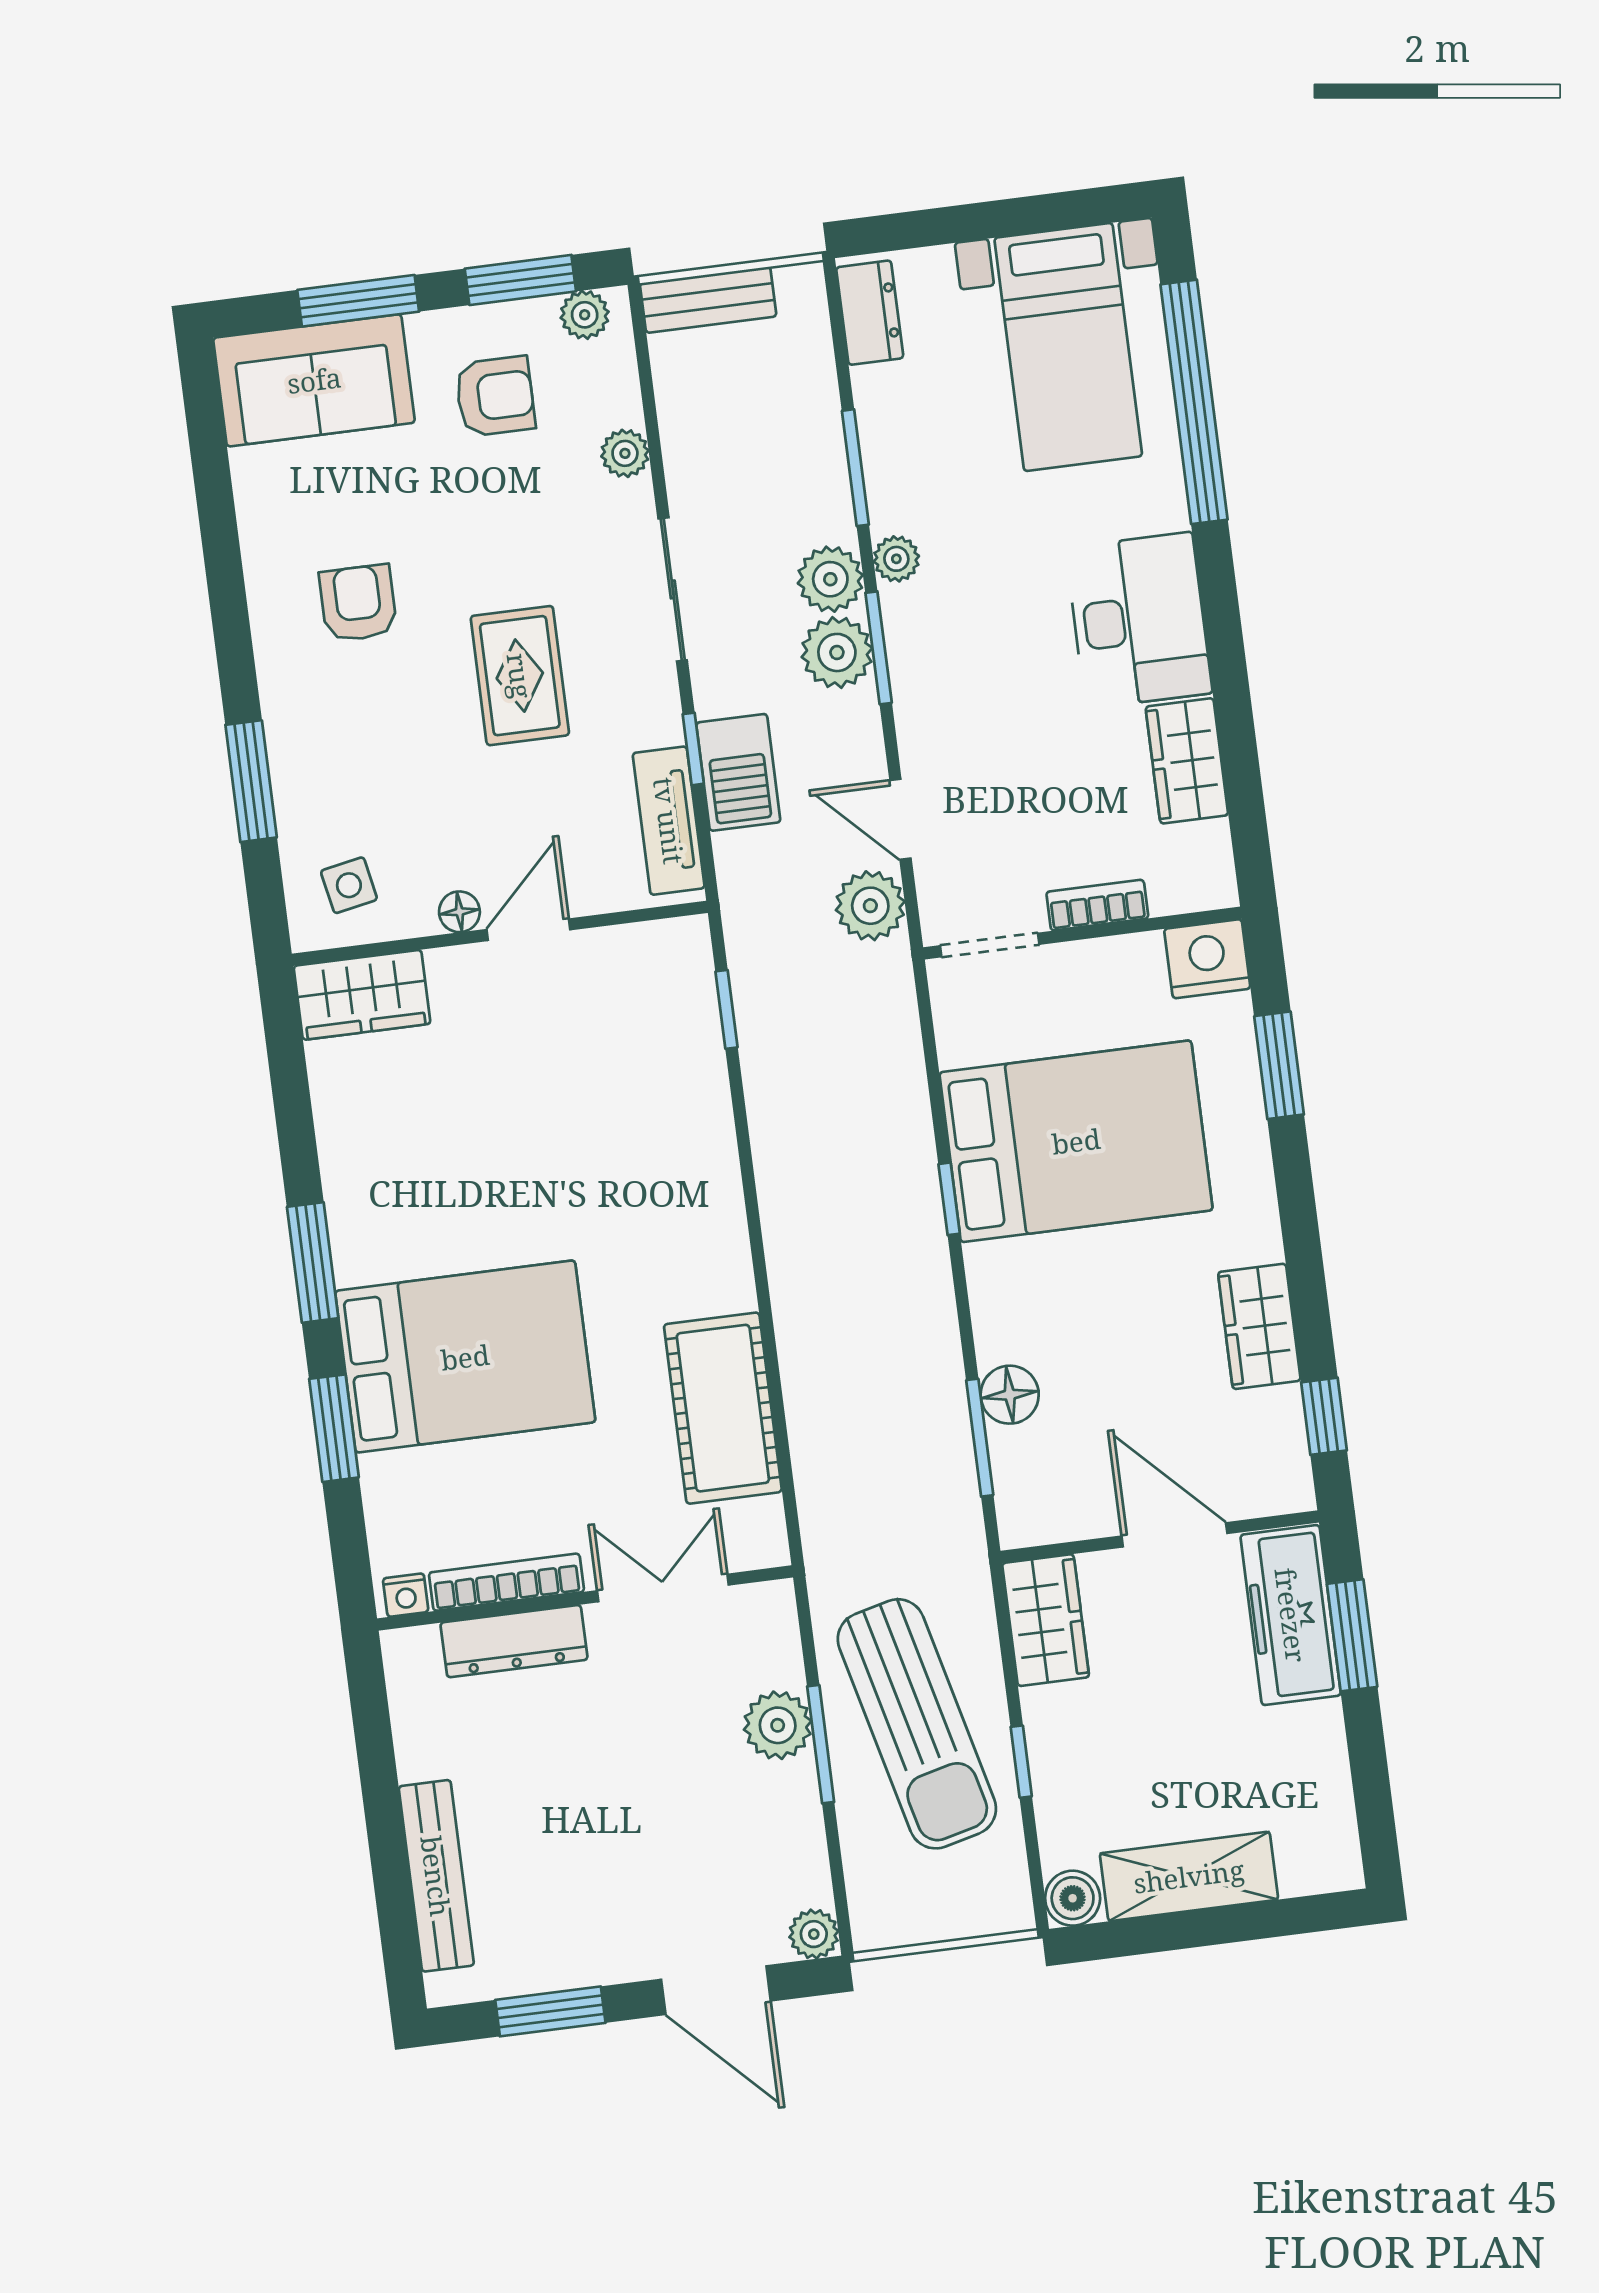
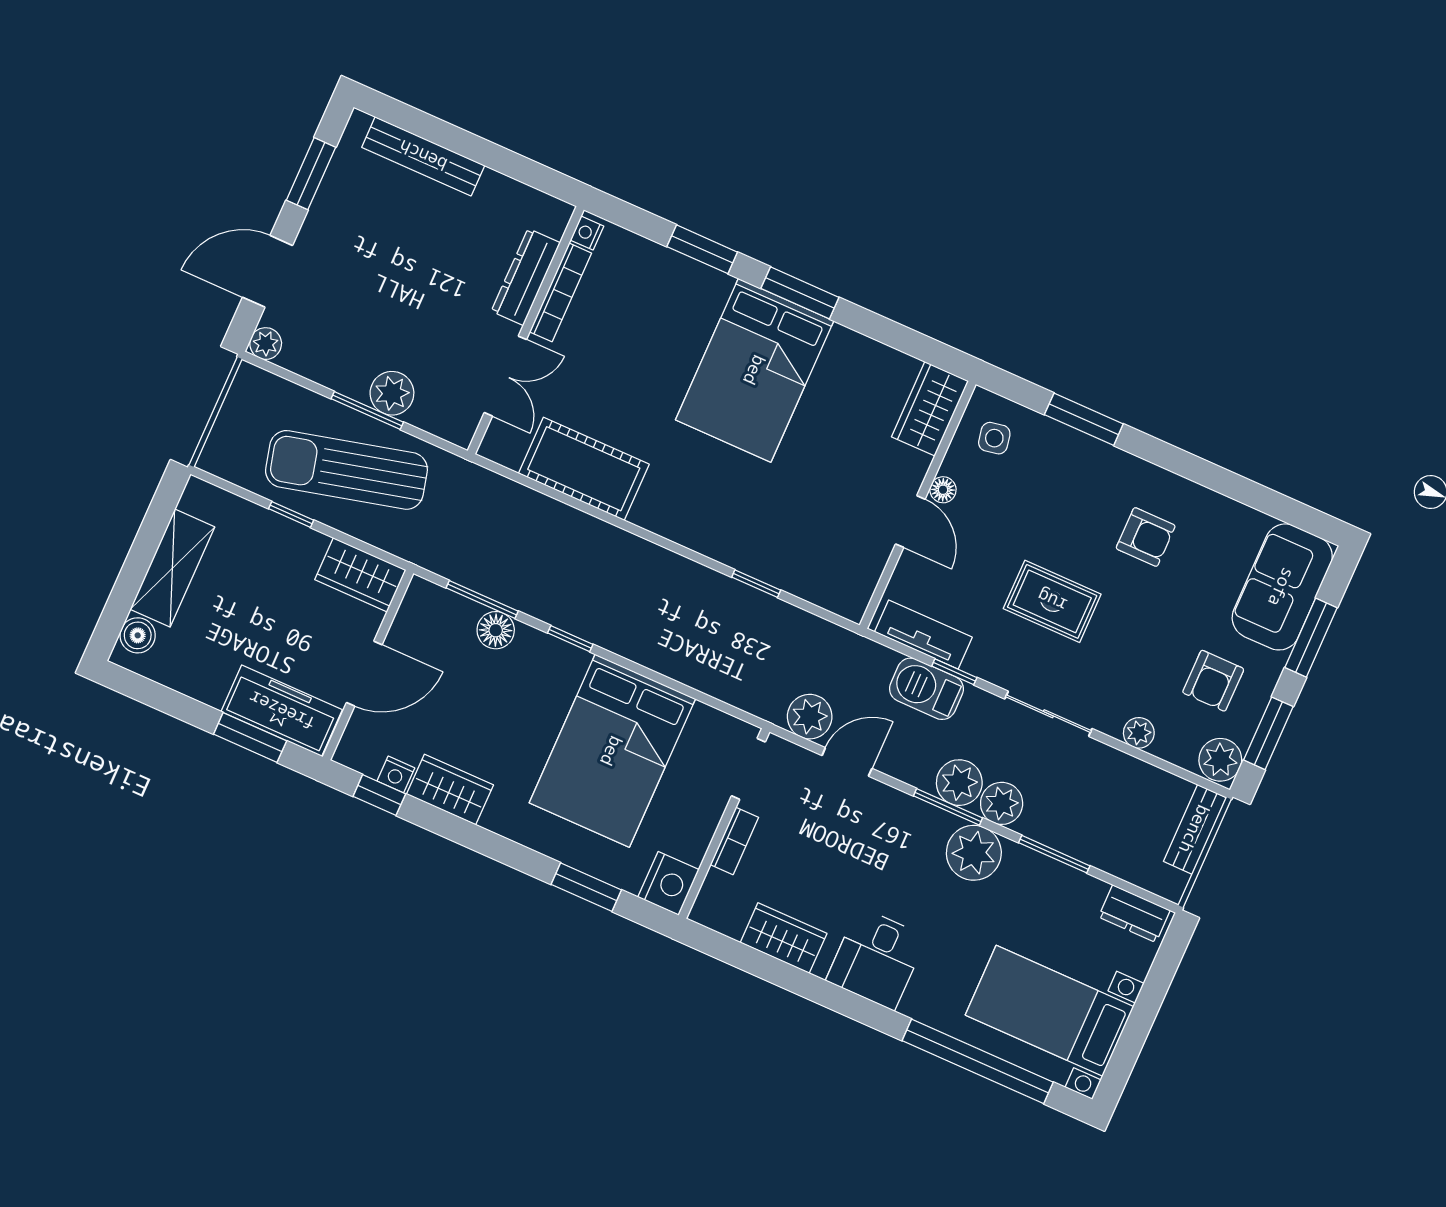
plant: (585, 315) -> (1220, 760), width x1.38, depth x1.38
plant: (896, 559) -> (974, 853), width x1.88, depth x1.88
desk: (1139, 620) -> (876, 959), width x0.73
window: (727, 1009) -> (756, 584), moved
window: (949, 1199) -> (570, 639), moved
bed: (465, 1357) -> (755, 370), moved
nightstand: (1283, 1411) -> (396, 774), added
boiler: (1073, 1898) -> (138, 635), moved

